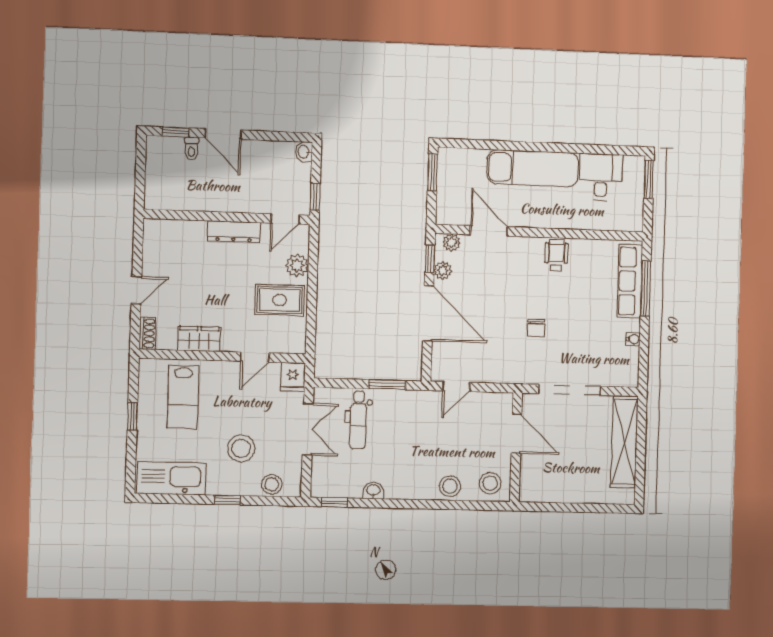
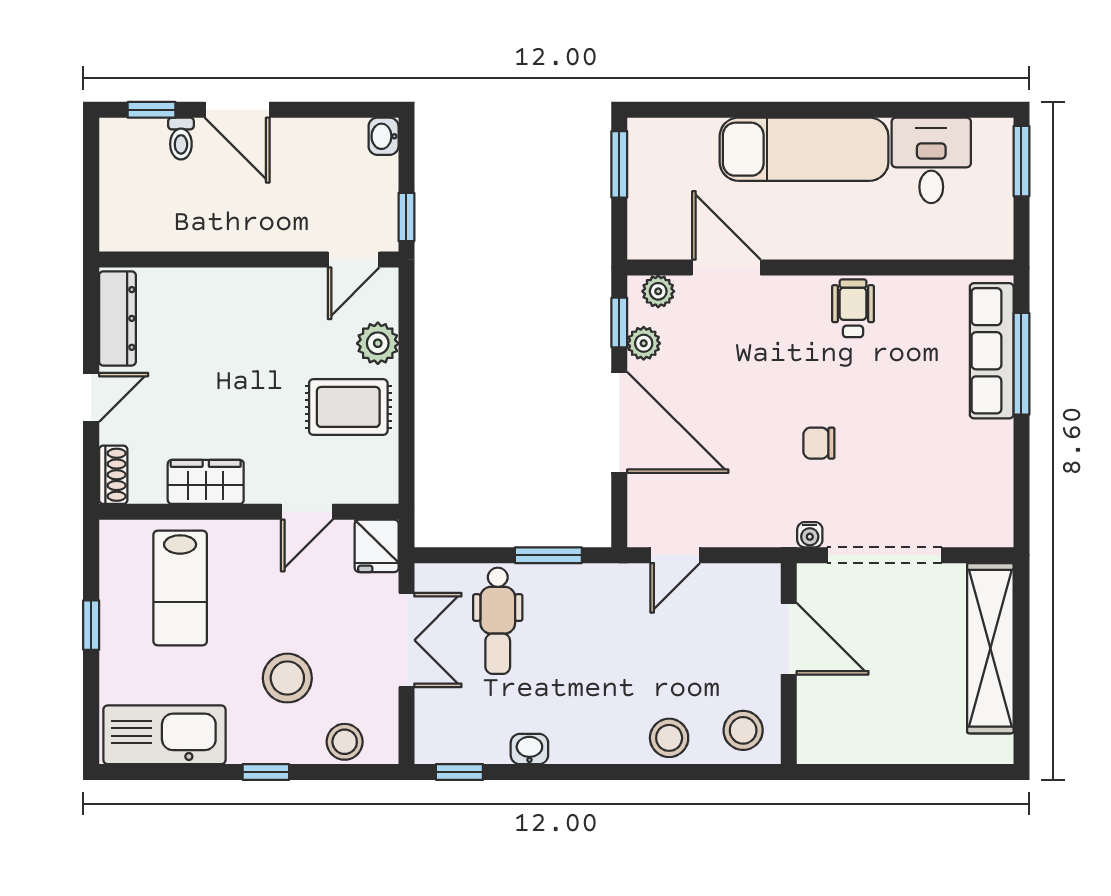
dresser: (234, 232) -> (117, 318), moved, turned -90
chair: (536, 328) -> (819, 443), turned 90
water cooler: (633, 339) -> (810, 535), moved, turned 90

